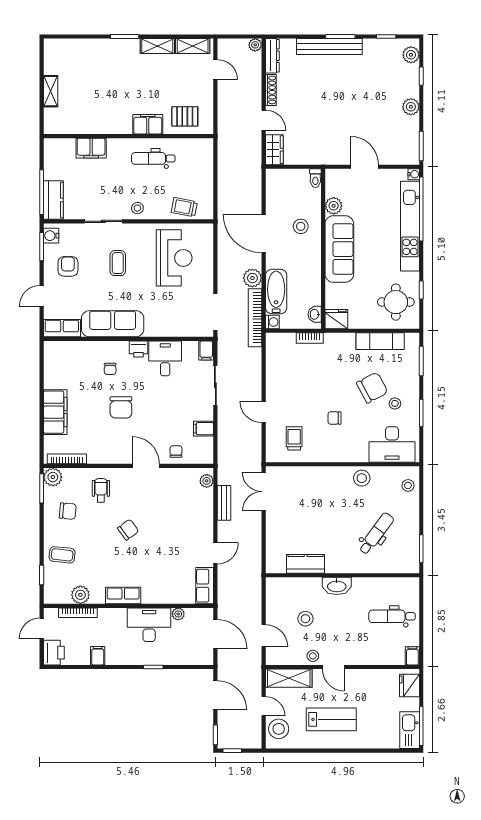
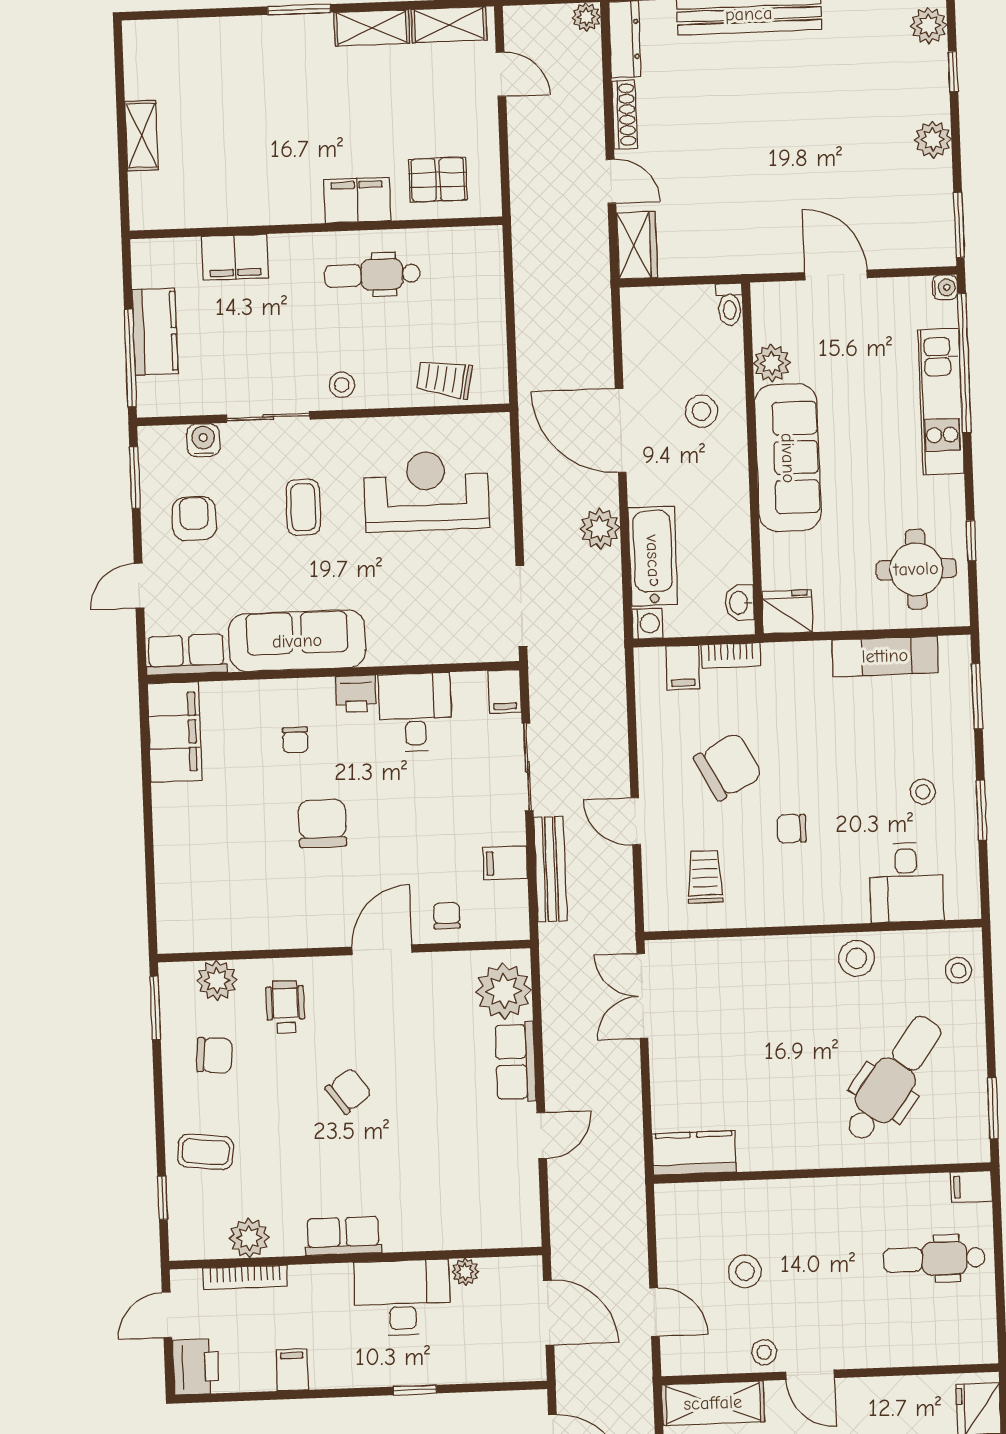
kitchen counter: (53, 200) -> (155, 332), moved
kitchen unit: (410, 226) -> (941, 402), width x0.73
water cooler: (51, 236) -> (203, 440), moved, turned 90
reception desk: (174, 258) -> (426, 491), turned -90
bookcase: (255, 318) -> (609, 615), removed
filing cabinet: (288, 343) -> (683, 667), added
chair: (372, 388) -> (728, 767), moved
chair: (121, 407) -> (322, 823), turned 180
filing cabinet: (55, 412) -> (174, 732), moved
desk: (392, 444) -> (906, 882), width x0.73
bookcase: (67, 459) -> (208, 941), removed
door: (146, 466) -> (382, 950), hinge flipped
plant: (53, 477) -> (217, 980), moved
plant: (207, 481) -> (504, 991), width x1.87, depth x1.87
bench: (224, 503) -> (550, 869), moved, width x1.36
dental chair: (376, 534) -> (893, 1079), width x1.36, depth x1.38
kitchen counter: (306, 564) -> (694, 1153), moved
row of seats: (205, 586) -> (515, 1062), moved
washbasin: (337, 586) -> (811, 1197), removed
filing cabinet: (412, 656) -> (971, 1187), moved, turned -90

